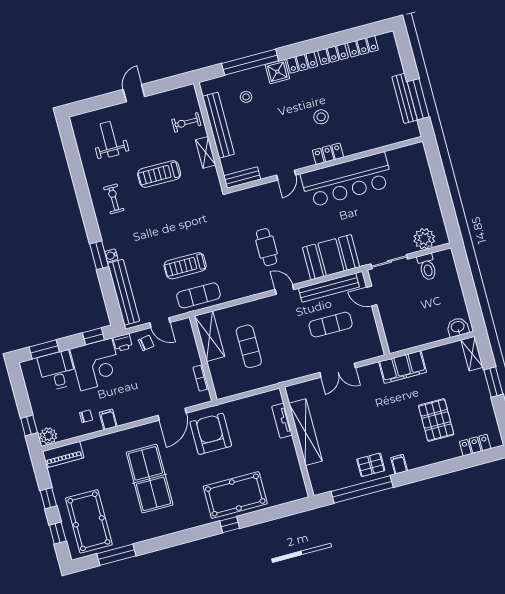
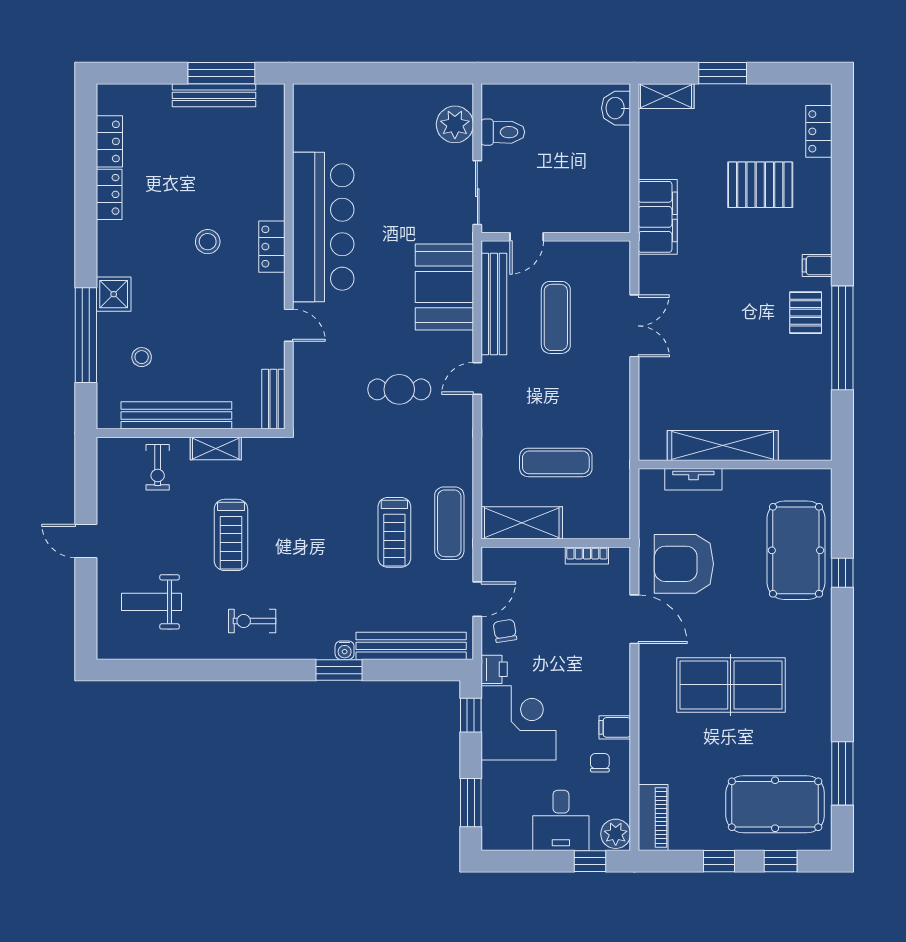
locker: (302, 63) -> (109, 249), removed
desk: (57, 371) -> (561, 820), moved, turned -90
tv unit: (282, 421) -> (693, 479), moved
shelving: (306, 432) -> (723, 445), moved
wall: (297, 442) -> (735, 465), moved

